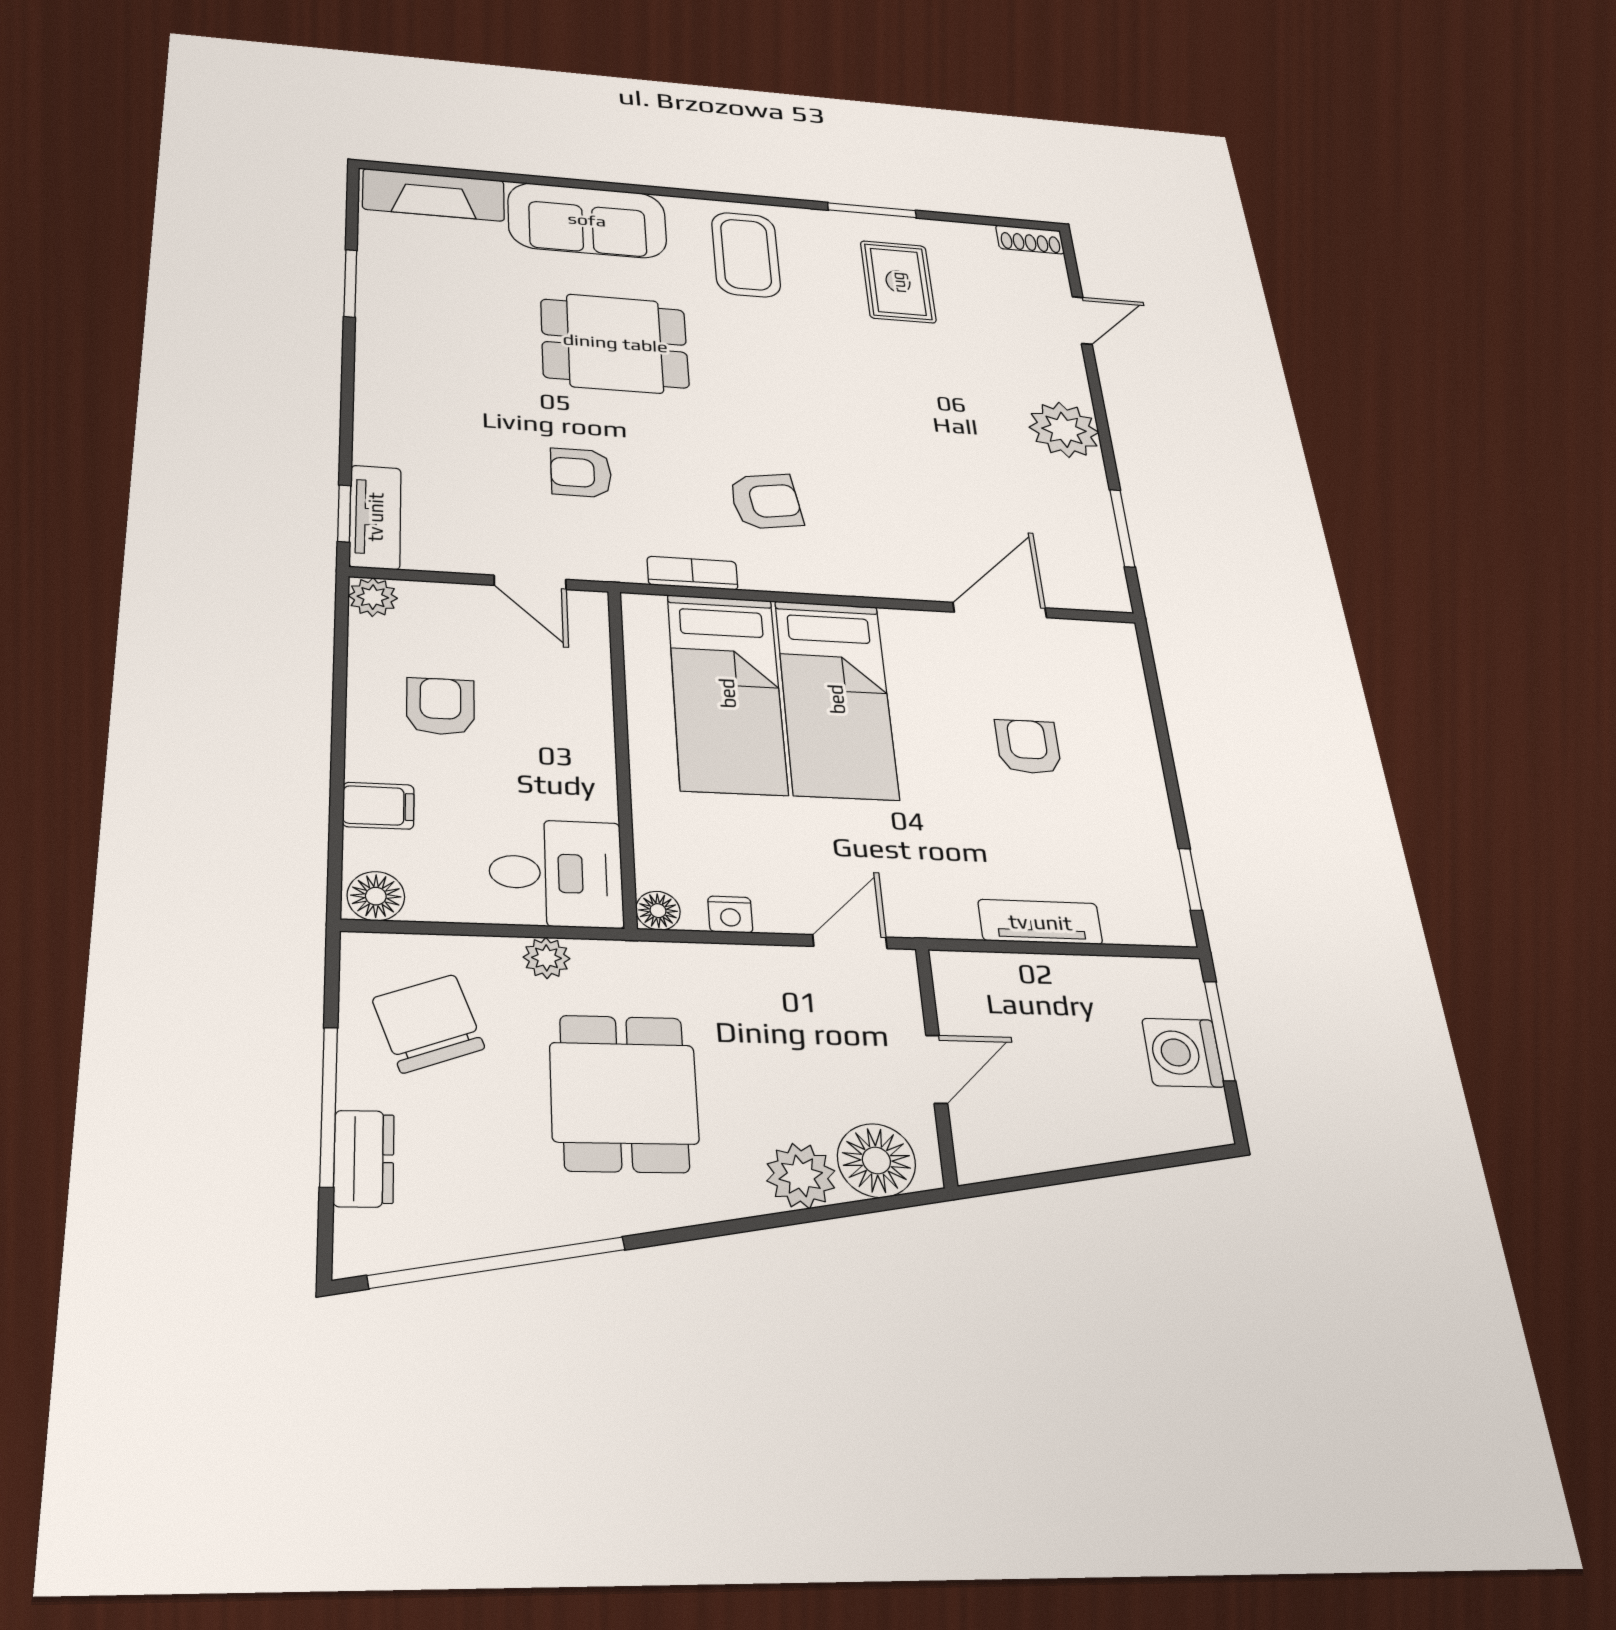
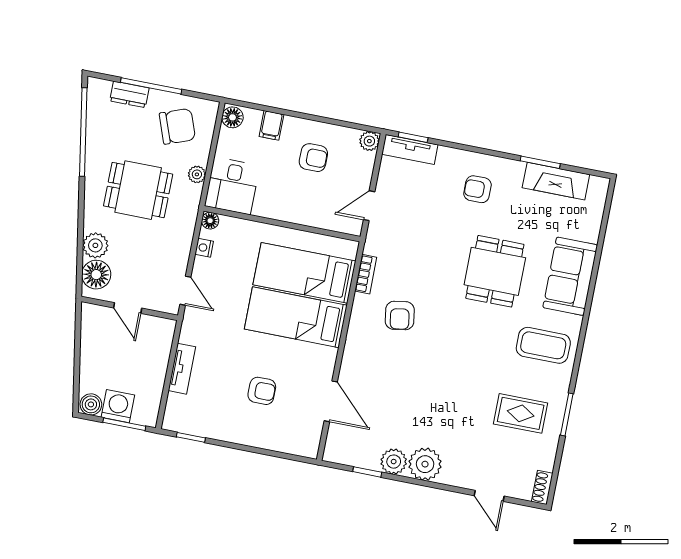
fireplace: (434, 195) -> (556, 181), moved, turned -90
armchair: (581, 473) -> (477, 189), moved, turned -90
plant: (1081, 484) -> (394, 462), added
window: (1122, 528) -> (367, 472), width x0.67
boiler: (1204, 1117) -> (91, 404), added

